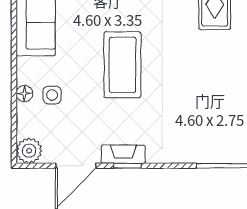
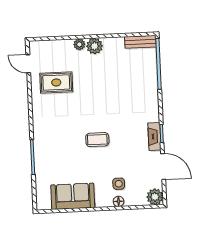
coffee table: (122, 65) -> (97, 140), width x0.54, depth x0.58

